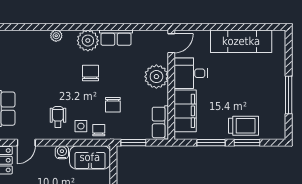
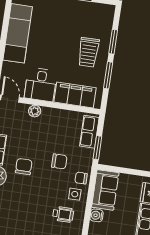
chair: (90, 73) -> (24, 166), moved, turned 90
plant: (156, 77) -> (35, 111), width x0.53, depth x0.53
wheelchair: (58, 117) -> (63, 214), turned 180
row of seats: (160, 122) -> (89, 132), moved, turned 90
trolley: (243, 126) -> (88, 52), moved, turned 180

